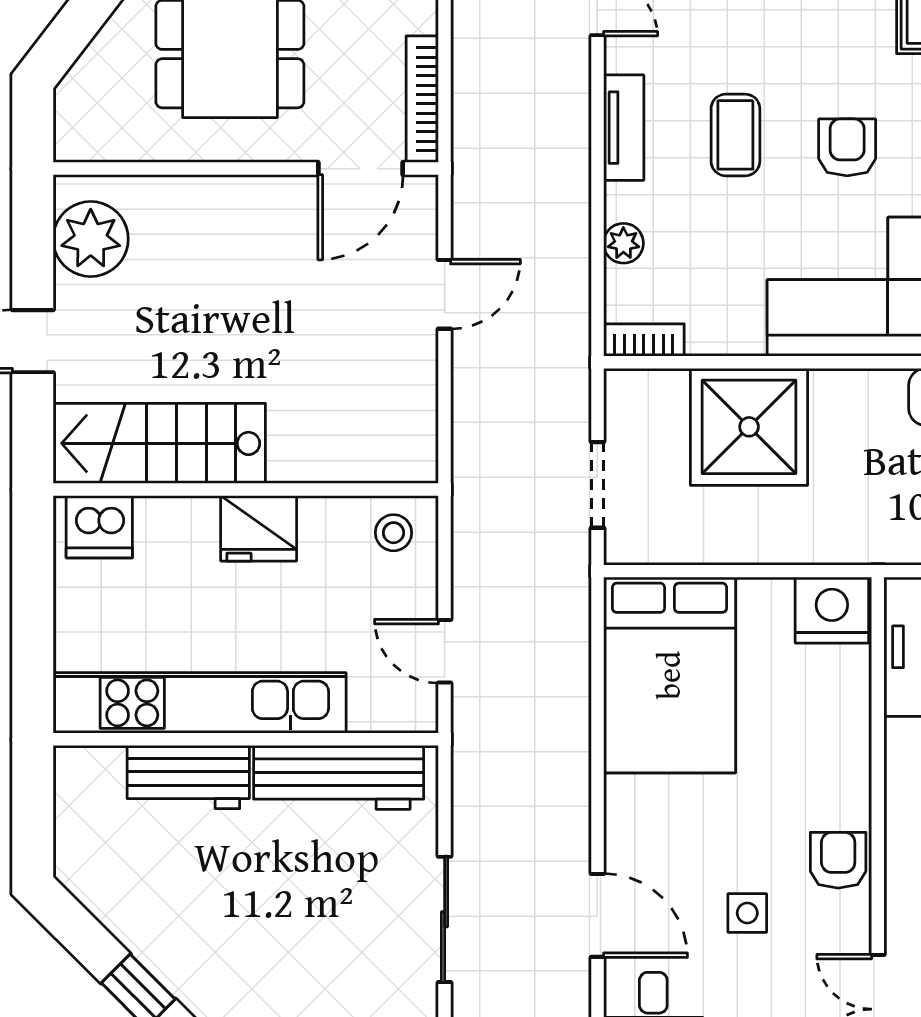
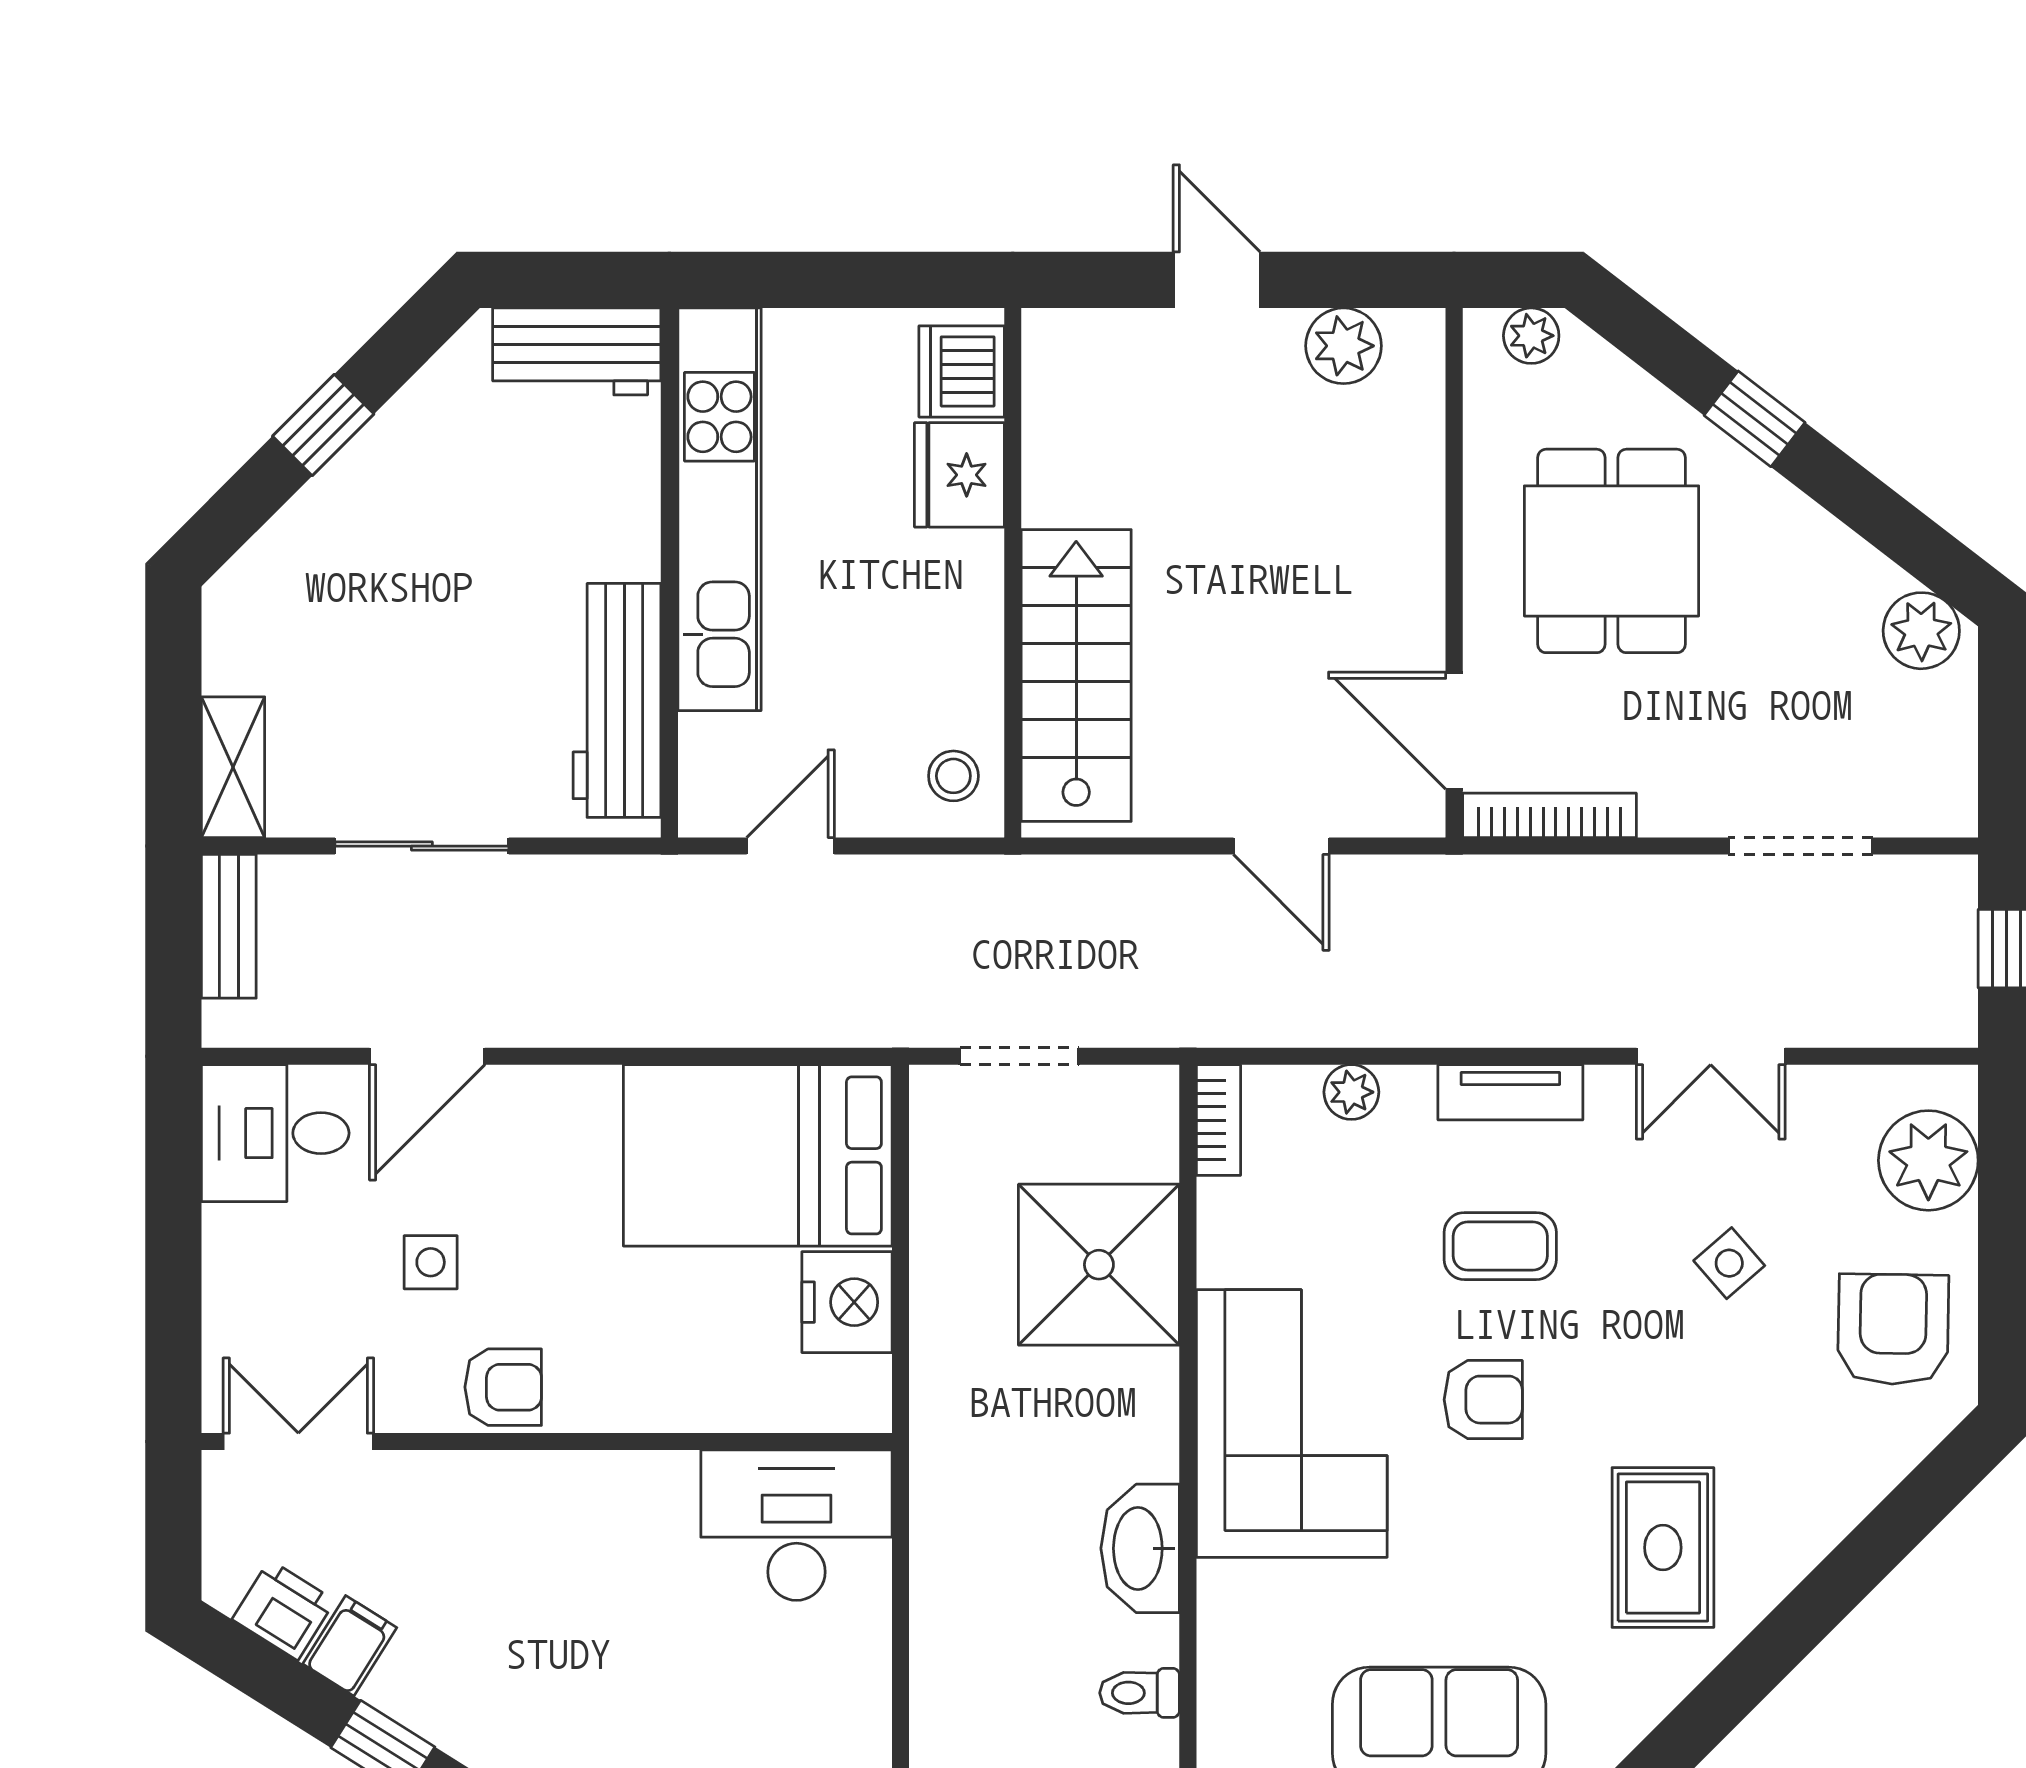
plant: (73, 112) -> (1531, 336), added
plant: (91, 239) -> (1344, 346), width x0.73, depth x0.73
stairs: (159, 443) -> (1076, 675), moved
fridge: (259, 528) -> (959, 475), moved
nightstand: (832, 610) -> (847, 1302), moved
workbench: (188, 777) -> (577, 351), moved, turned -90

